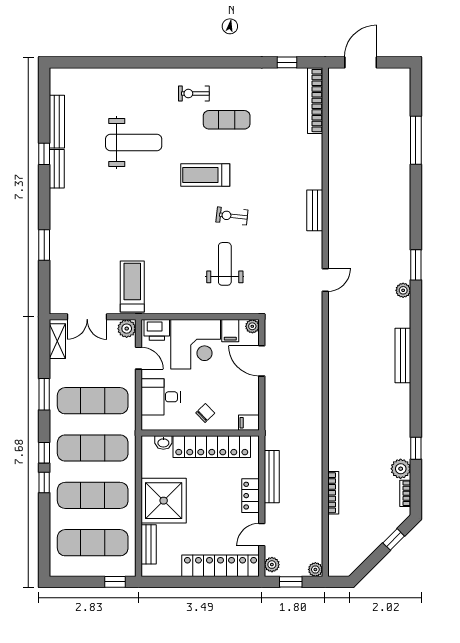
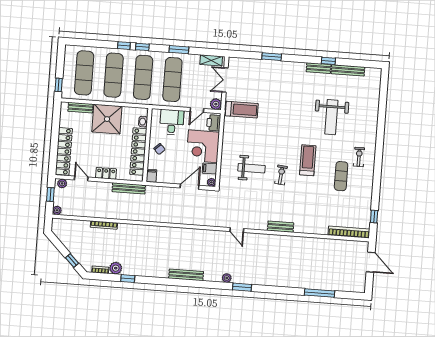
bench: (272, 477) -> (129, 188), moved

